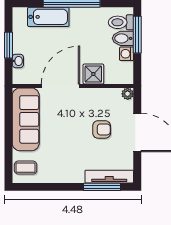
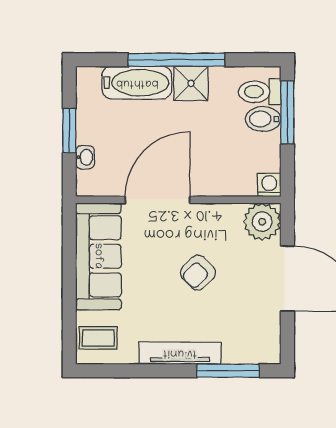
washing machine: (127, 54) -> (269, 185), moved, turned 90
shower: (93, 74) -> (191, 83), moved
plant: (128, 94) -> (262, 222), width x1.88, depth x1.88
armchair: (102, 129) -> (198, 273), moved, turned 136
tv unit: (109, 177) -> (180, 353), moved

